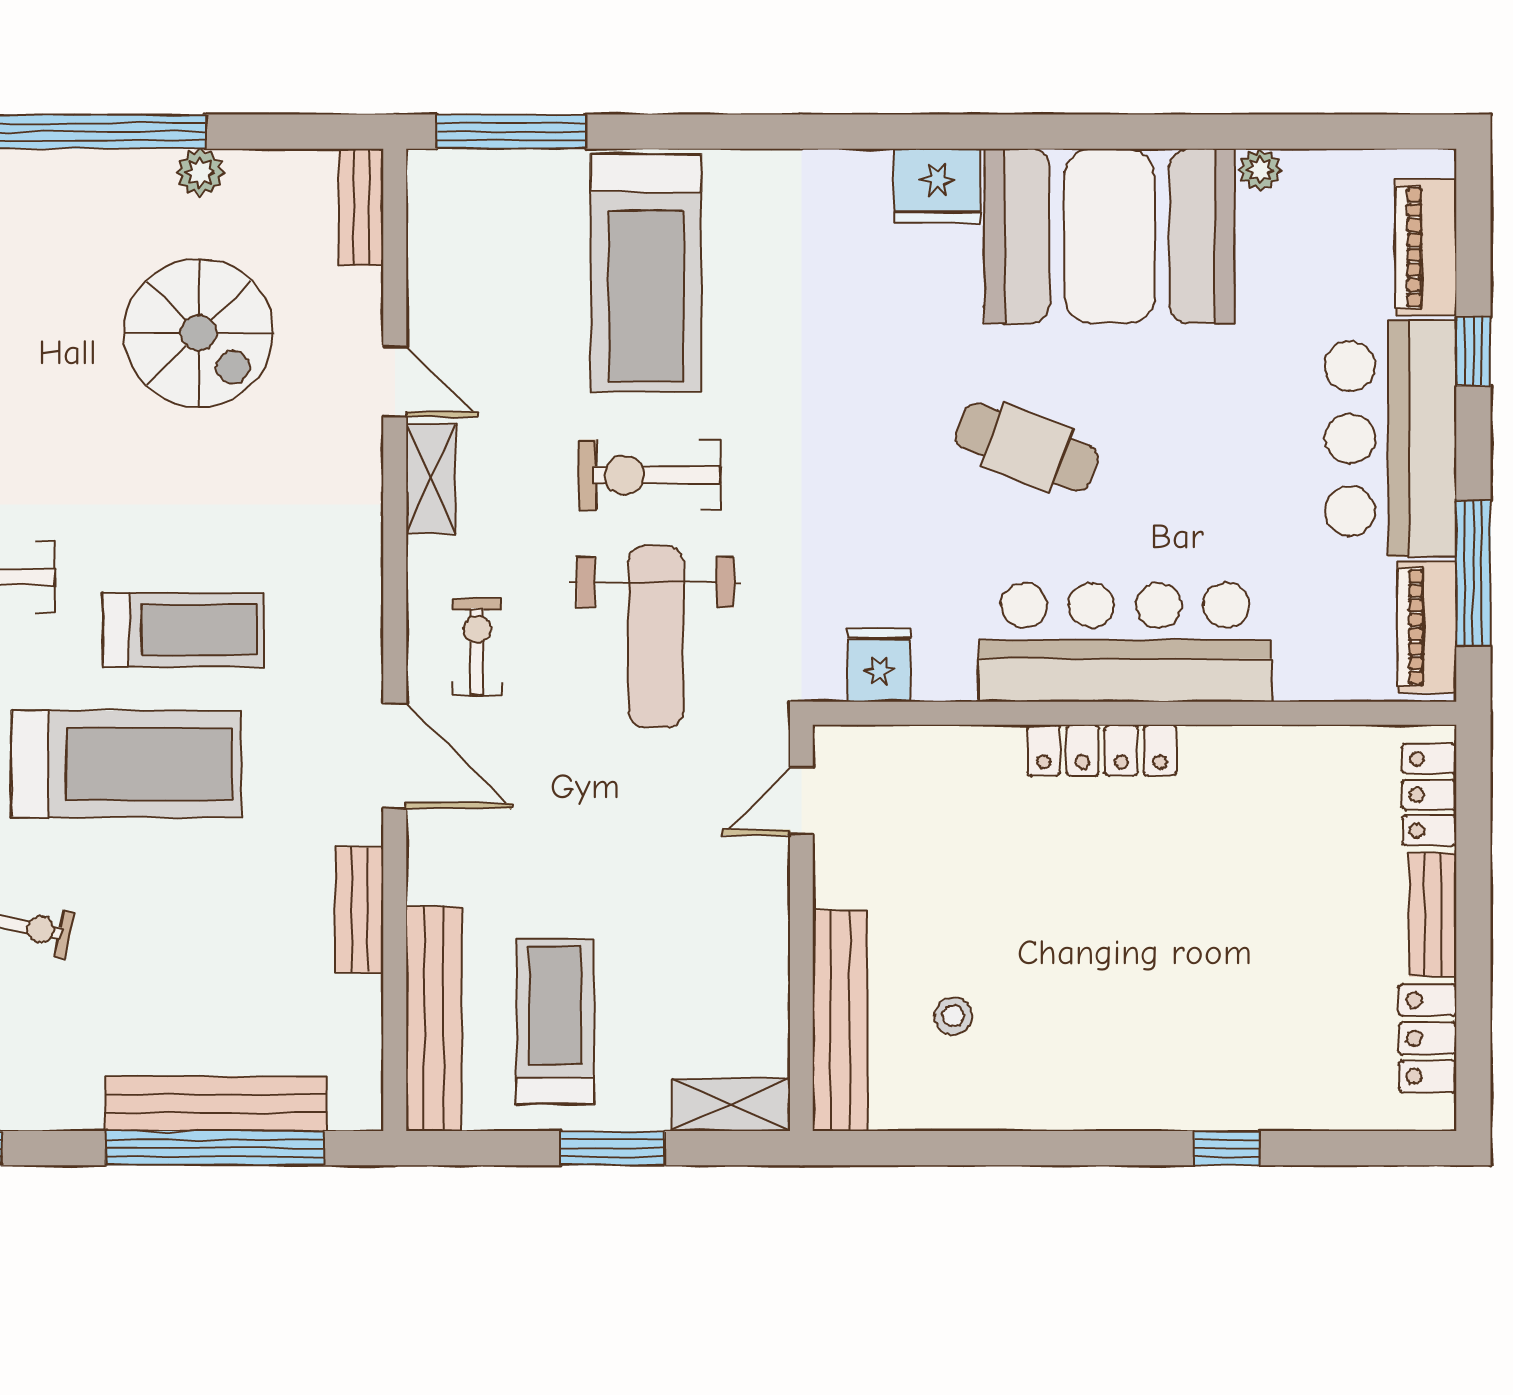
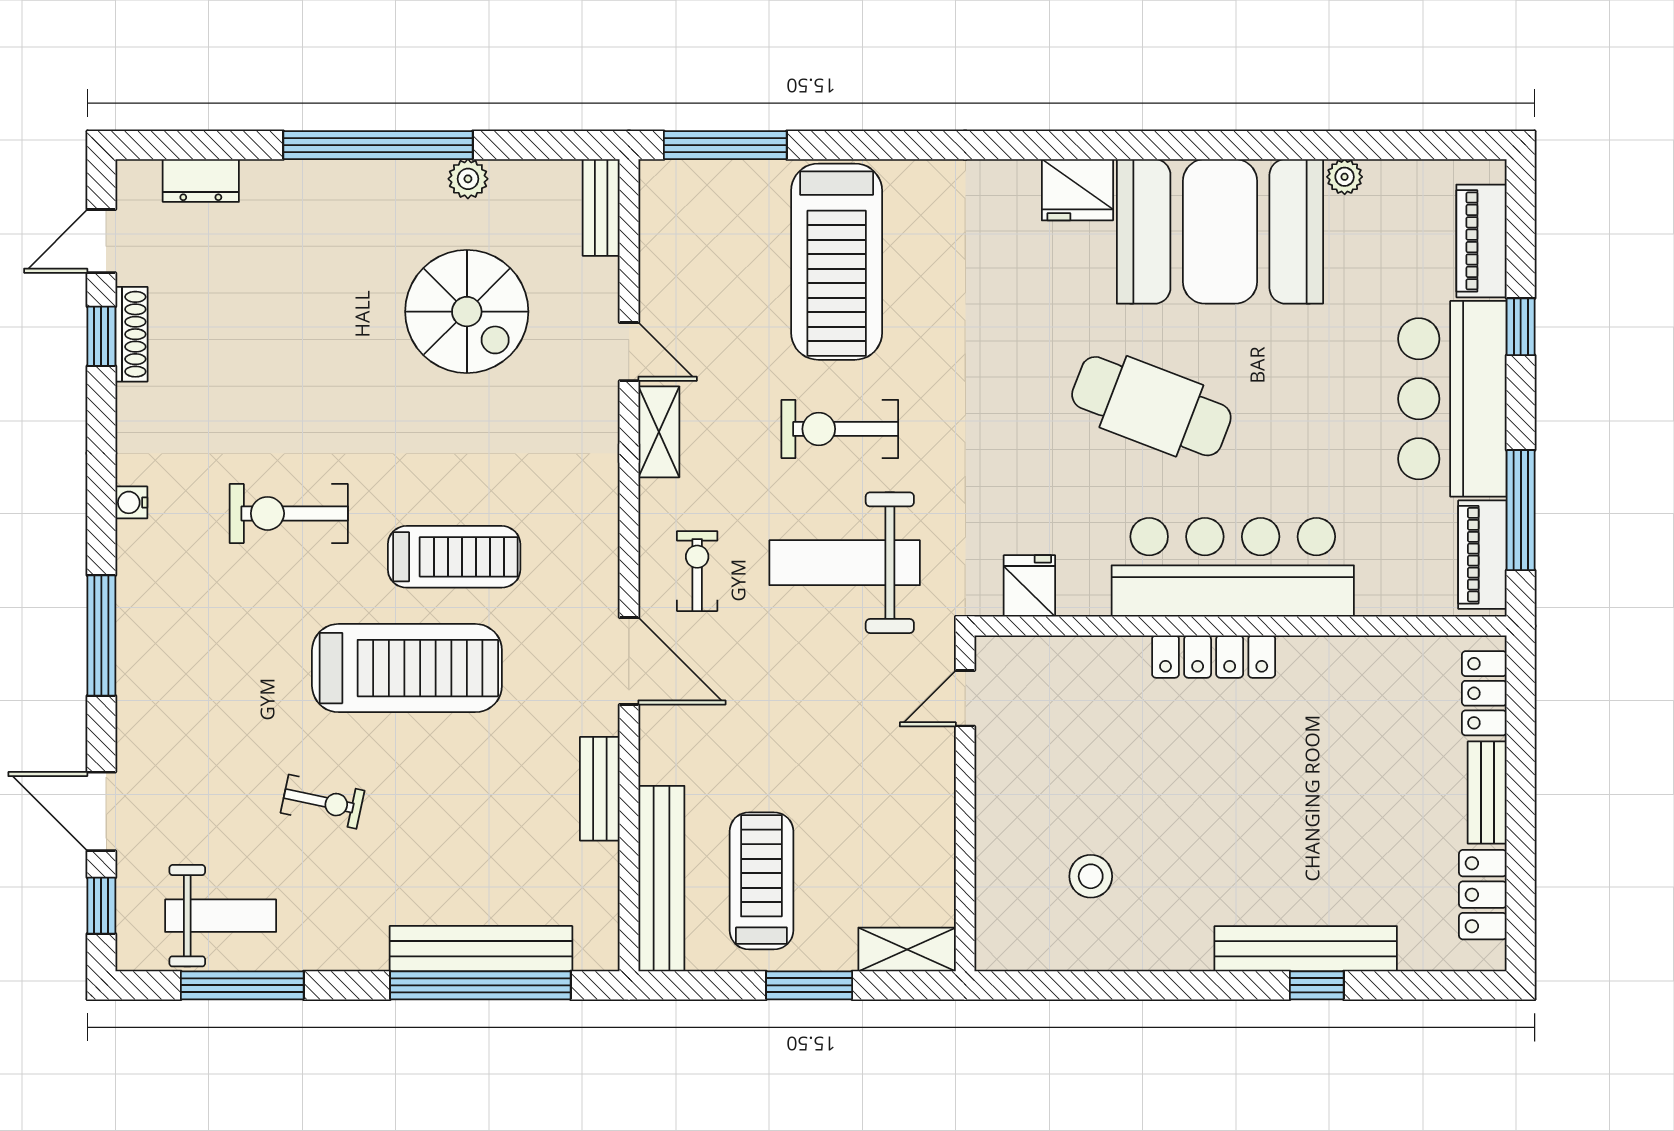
cafe table: (1027, 447) -> (1151, 406), width x1.37, depth x1.35
weight bench: (656, 637) -> (845, 563), turned 90
stool: (953, 1016) -> (1091, 876), width x1.37, depth x1.37
bench: (840, 1021) -> (1306, 949), moved, turned 90

